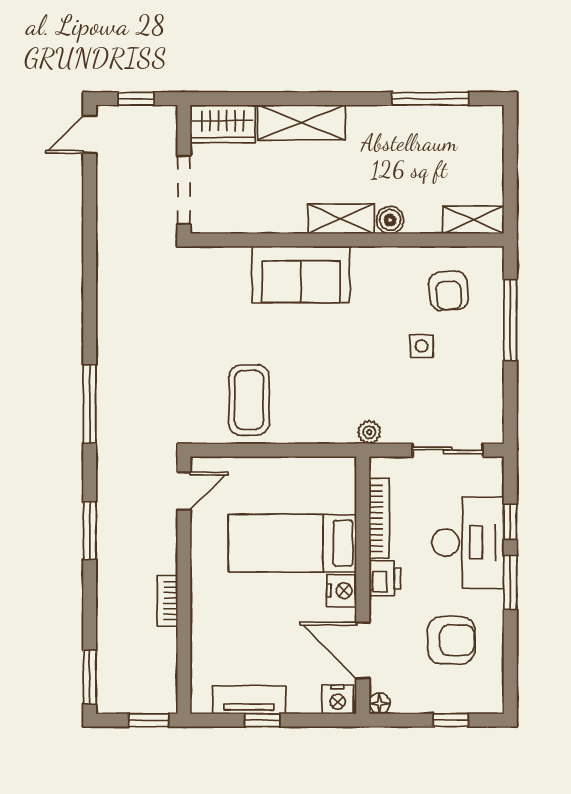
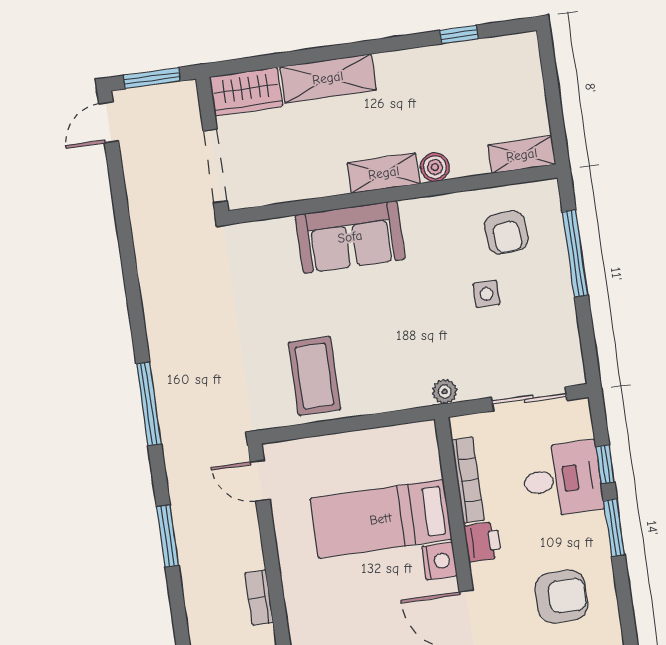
window: (136, 99) -> (152, 78), width x1.50
window: (430, 99) -> (459, 35), width x0.46
door: (184, 491) -> (260, 481), swing flipped
desk: (468, 543) -> (562, 479), width x0.73

